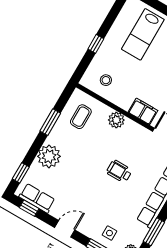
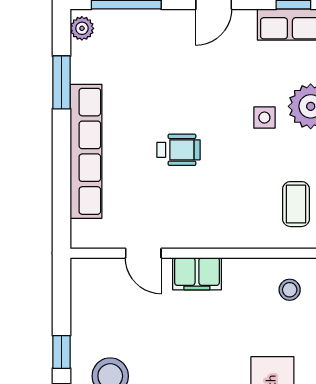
plant: (116, 120) -> (233, 233), removed
side table: (109, 233) -> (264, 118), moved

